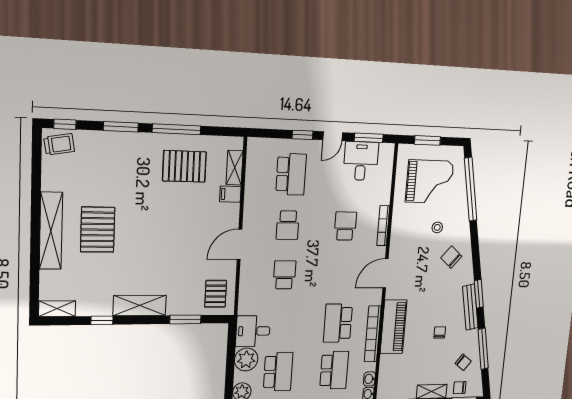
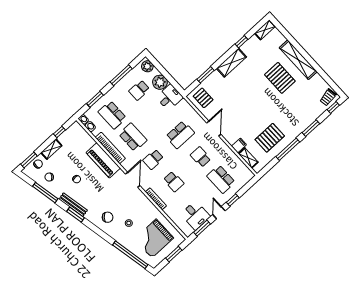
school desk: (284, 275) -> (180, 135), width x1.85
school desk: (342, 275) -> (153, 159), added
school desk: (278, 372) -> (139, 90), width x0.54

